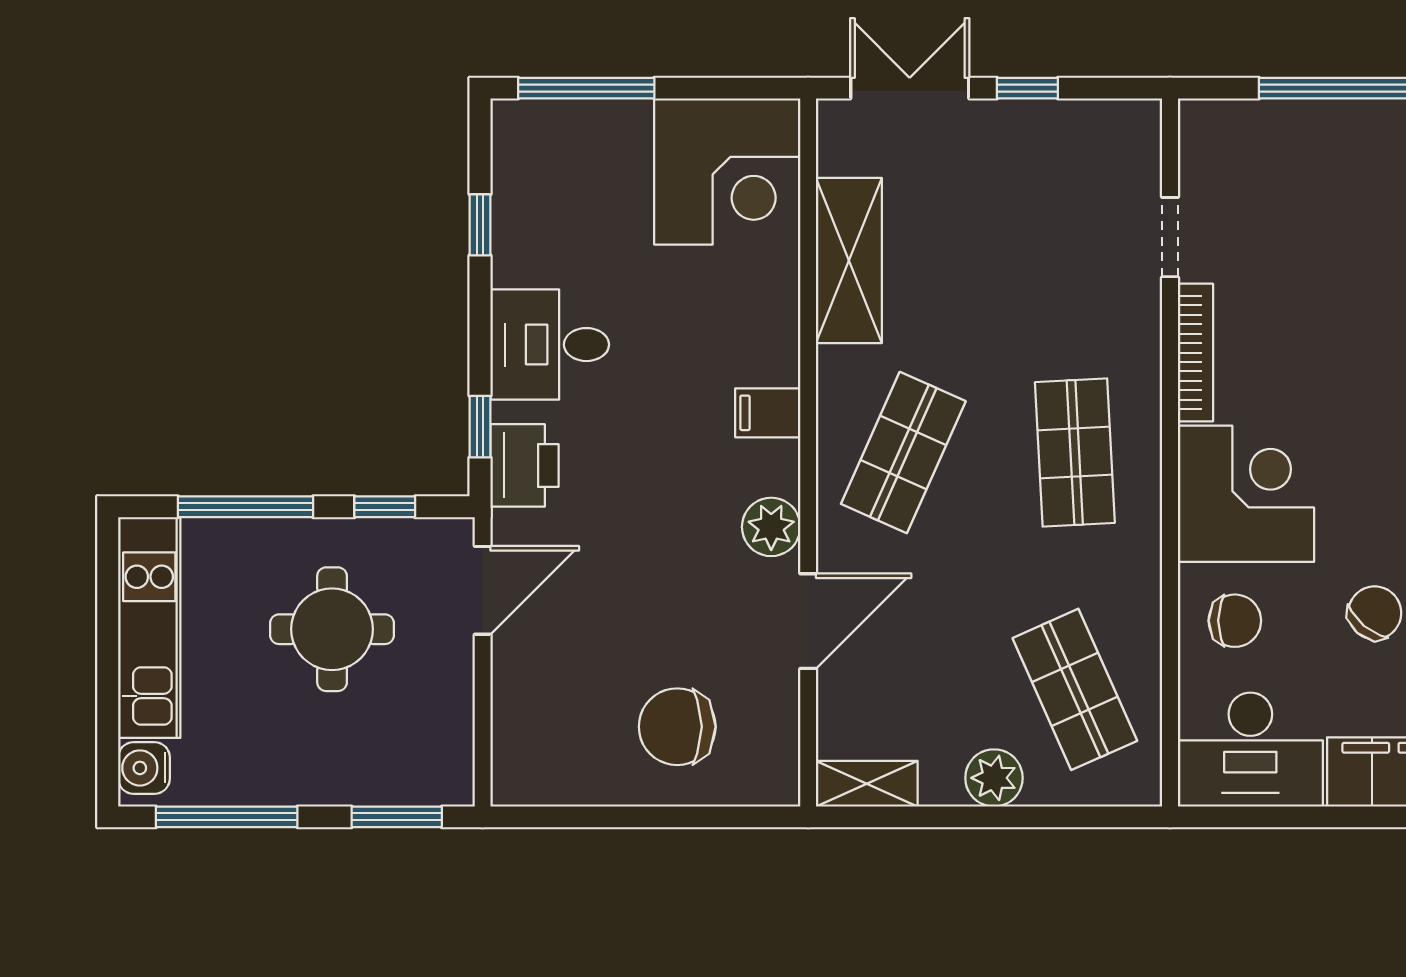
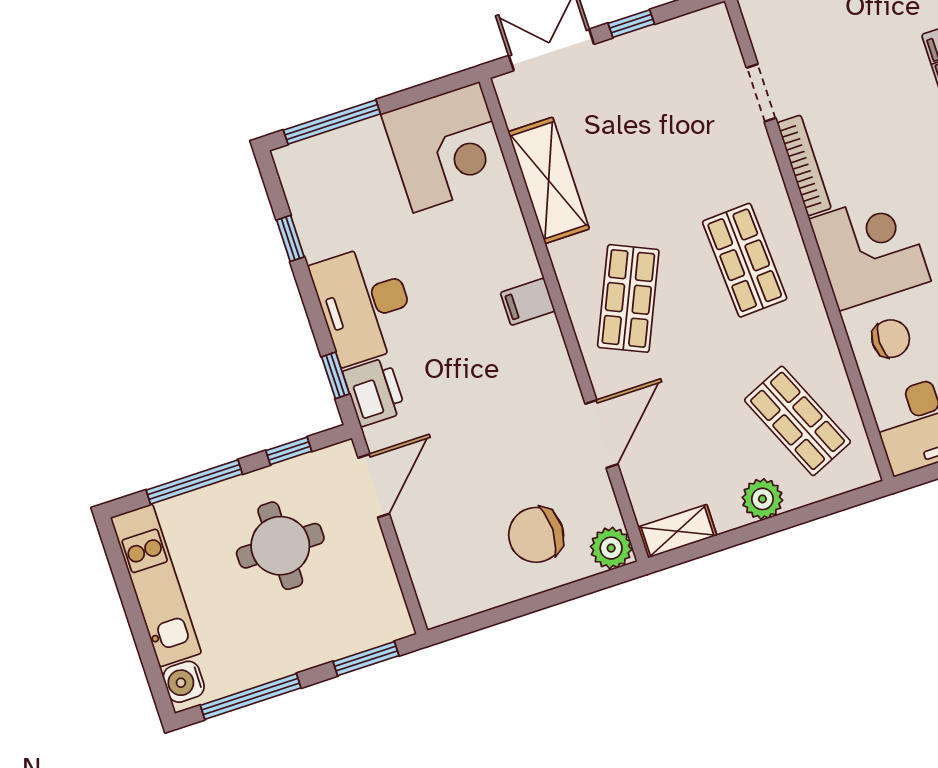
desk: (550, 345) -> (364, 304), width x1.37
plant: (771, 527) -> (611, 548), moved

